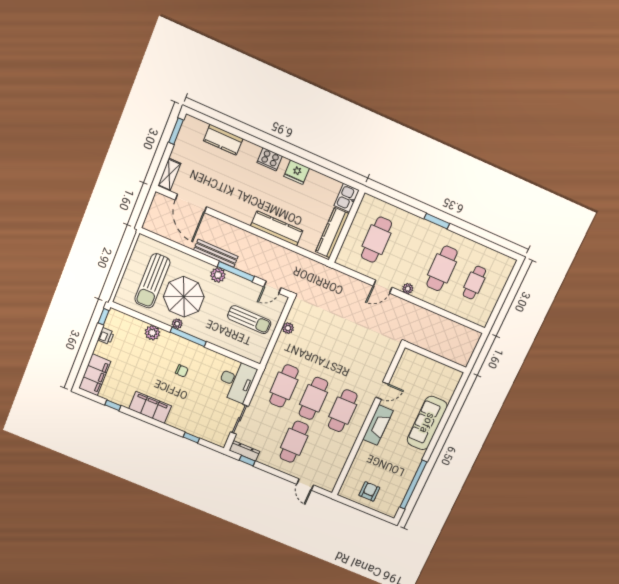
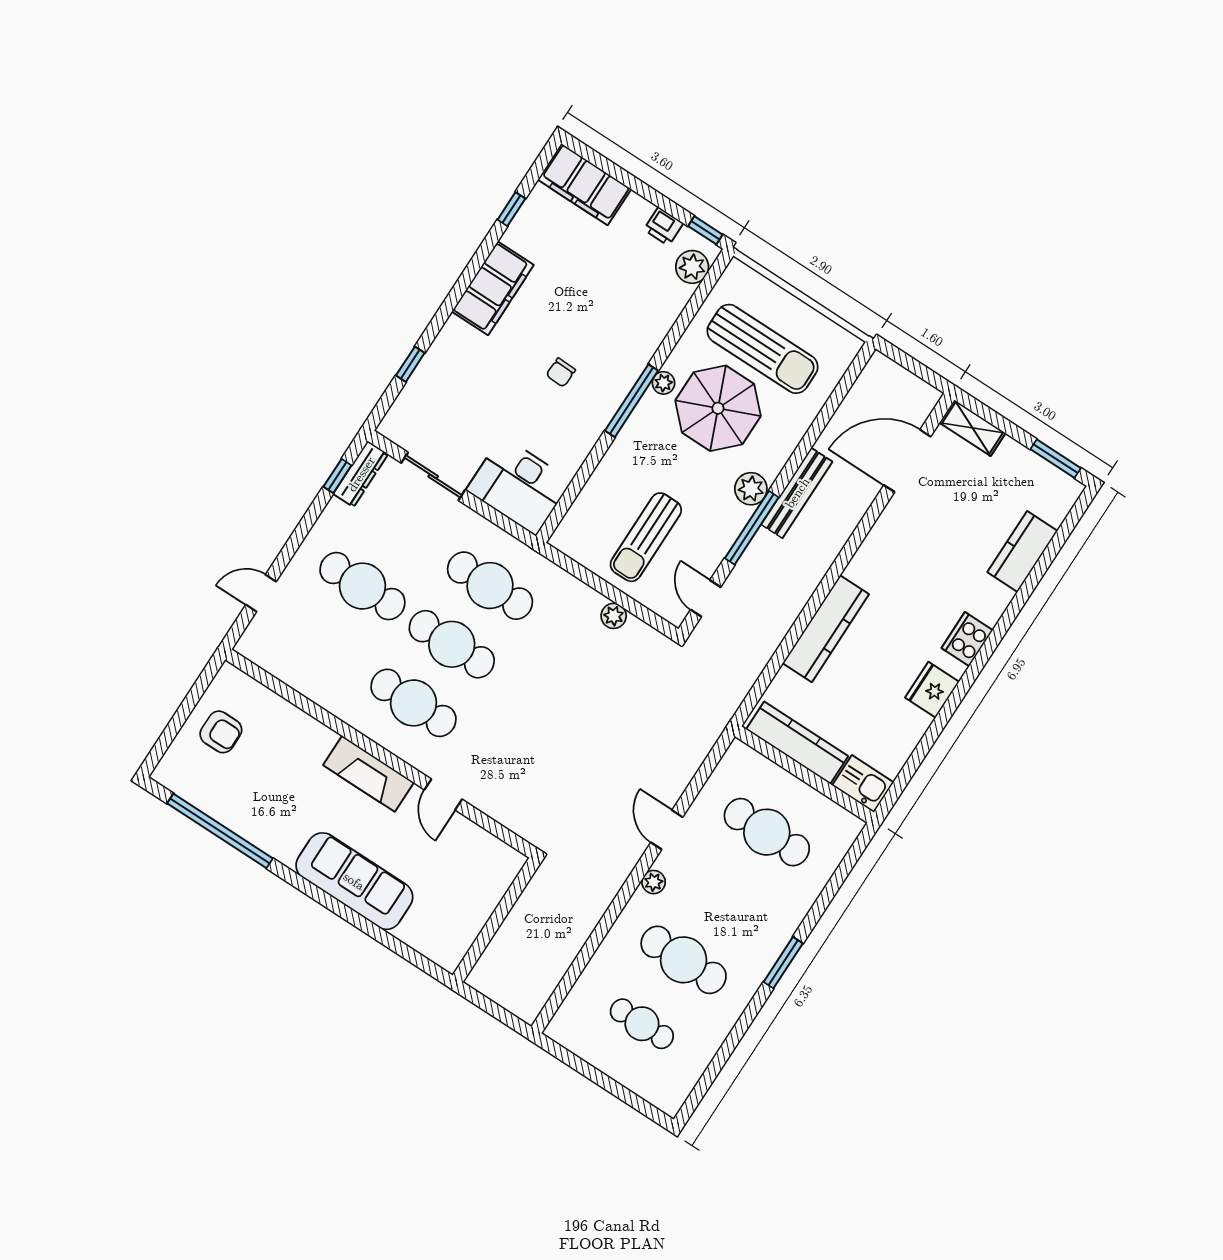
sun lounger: (152, 281) -> (763, 349), turned 180
plant: (152, 333) -> (692, 267), moved

